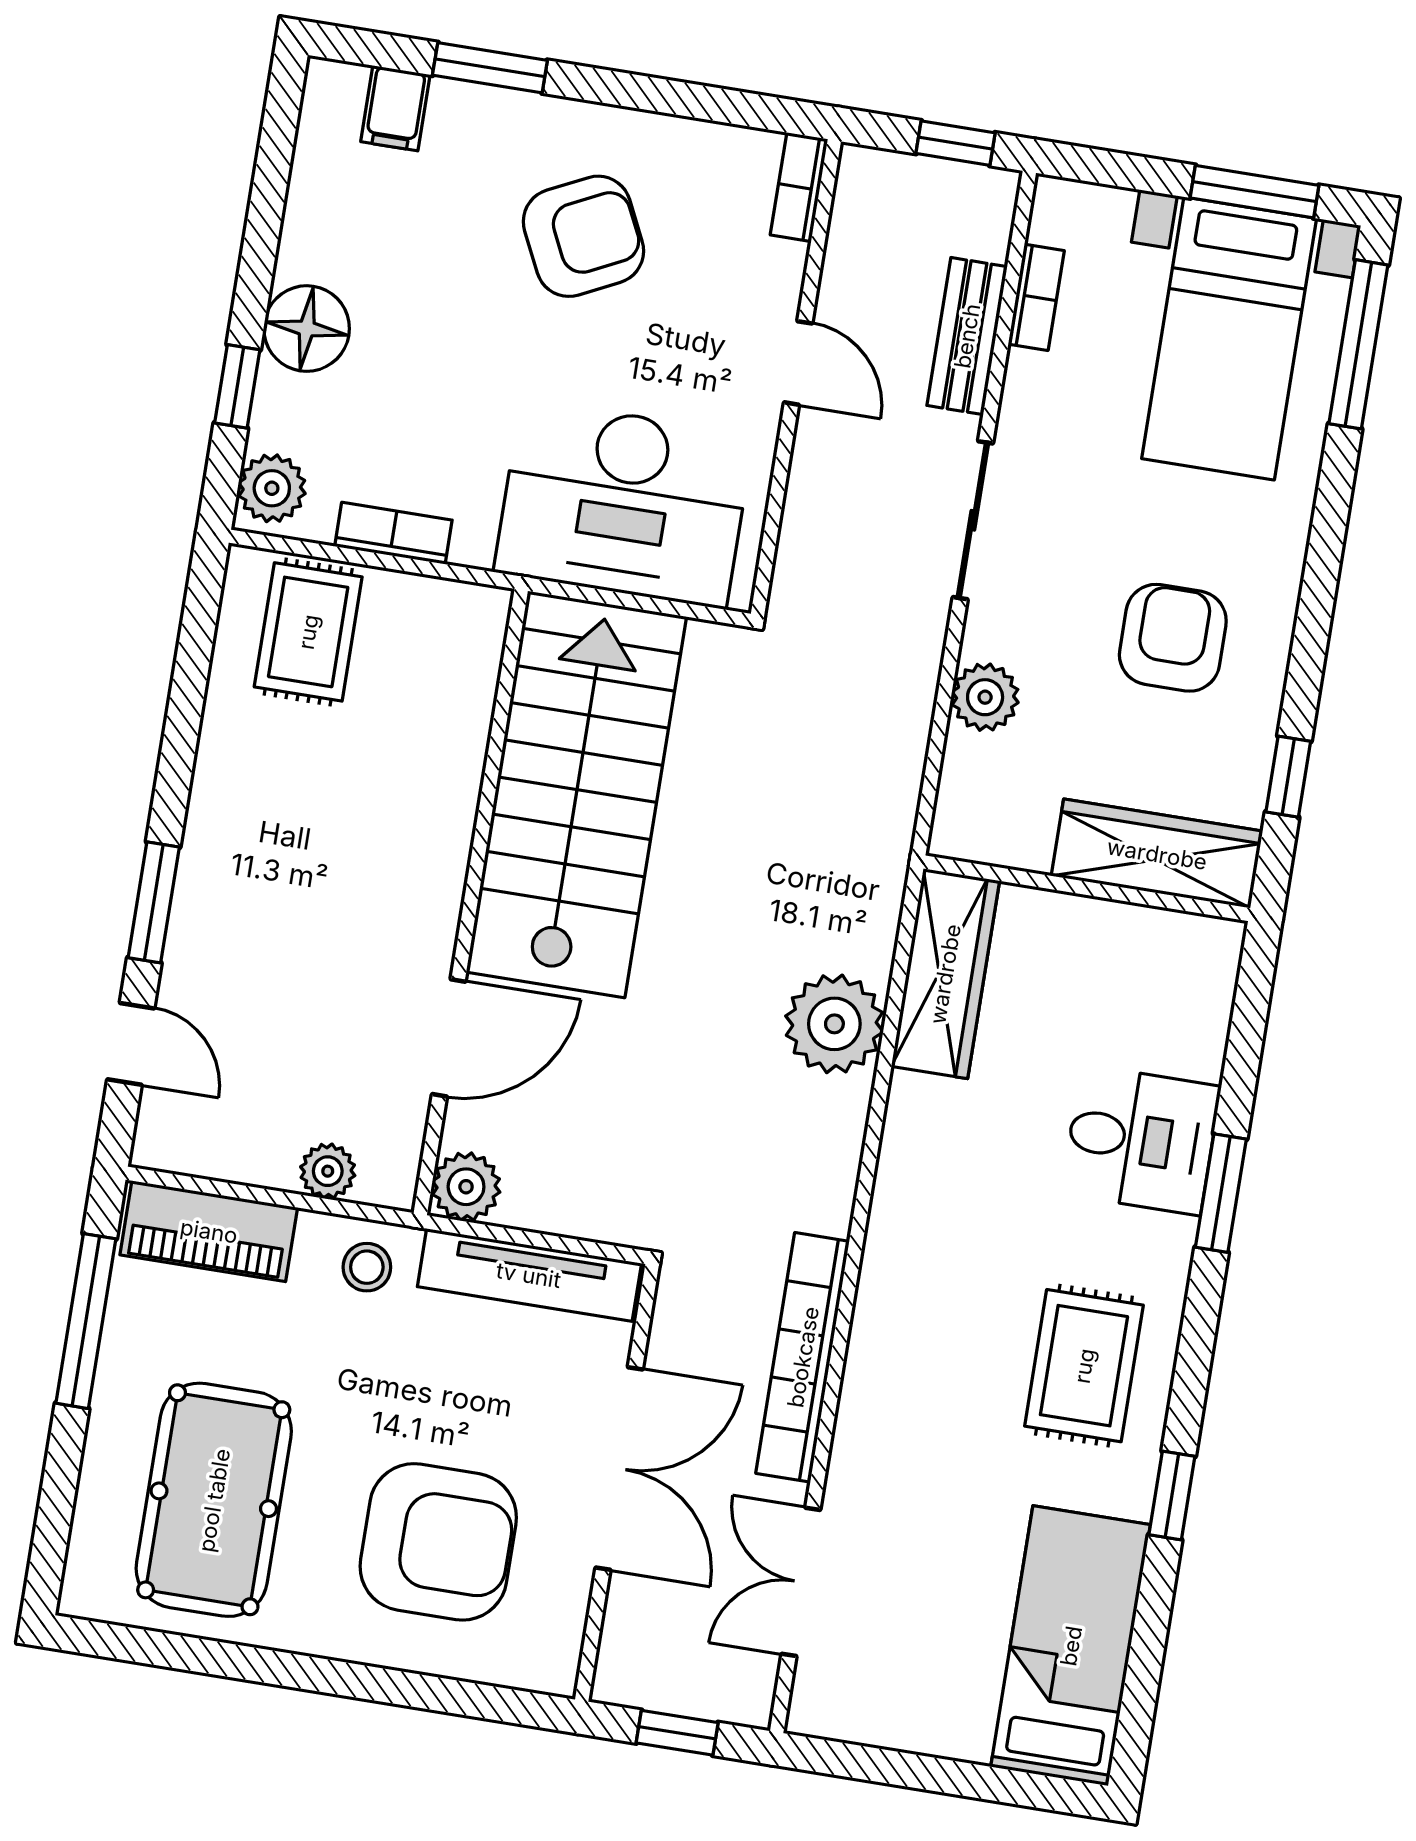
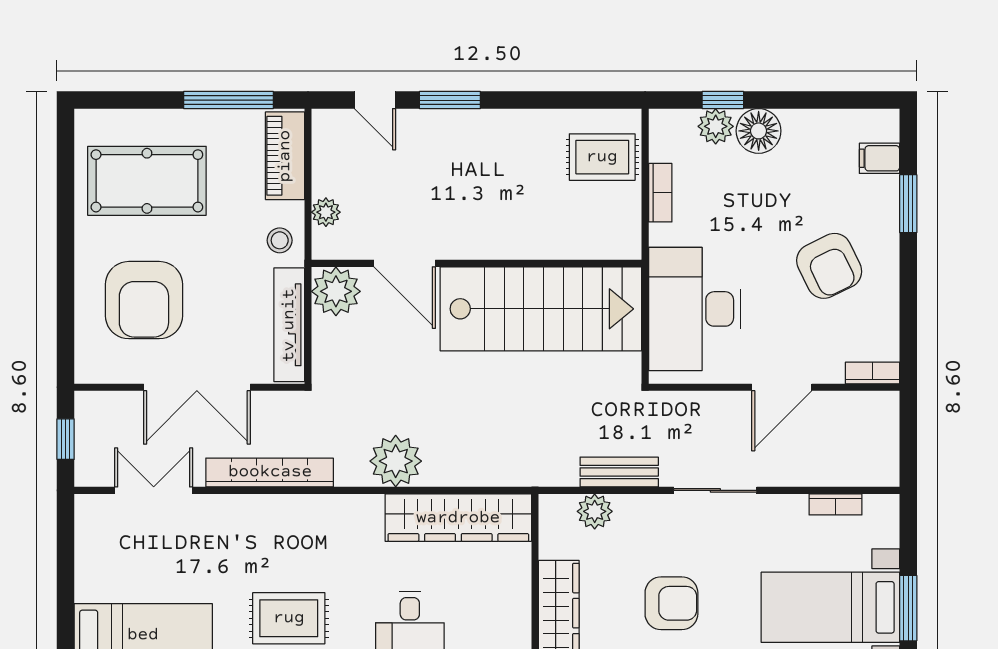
window: (956, 143) -> (908, 450), removed
bench: (967, 336) -> (619, 472), moved
door: (798, 363) -> (782, 387), width x1.38
plant: (272, 488) -> (716, 126), moved
plant: (985, 697) -> (595, 511), moved
wardrobe: (945, 974) -> (458, 518), width x1.40, depth x1.17
plant: (834, 1024) -> (396, 461), moved
door: (131, 1044) -> (375, 100), hinge flipped
plant: (466, 1187) -> (336, 291), width x1.36, depth x1.36

